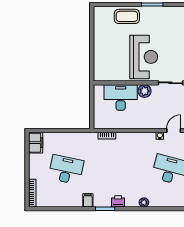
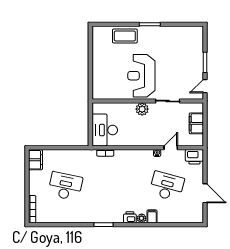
reception desk: (144, 57) -> (141, 76), turned 180
desk: (121, 97) -> (105, 130), moved, turned -90
filing cabinet: (88, 200) -> (152, 216), moved
printer: (118, 201) -> (130, 217), moved

